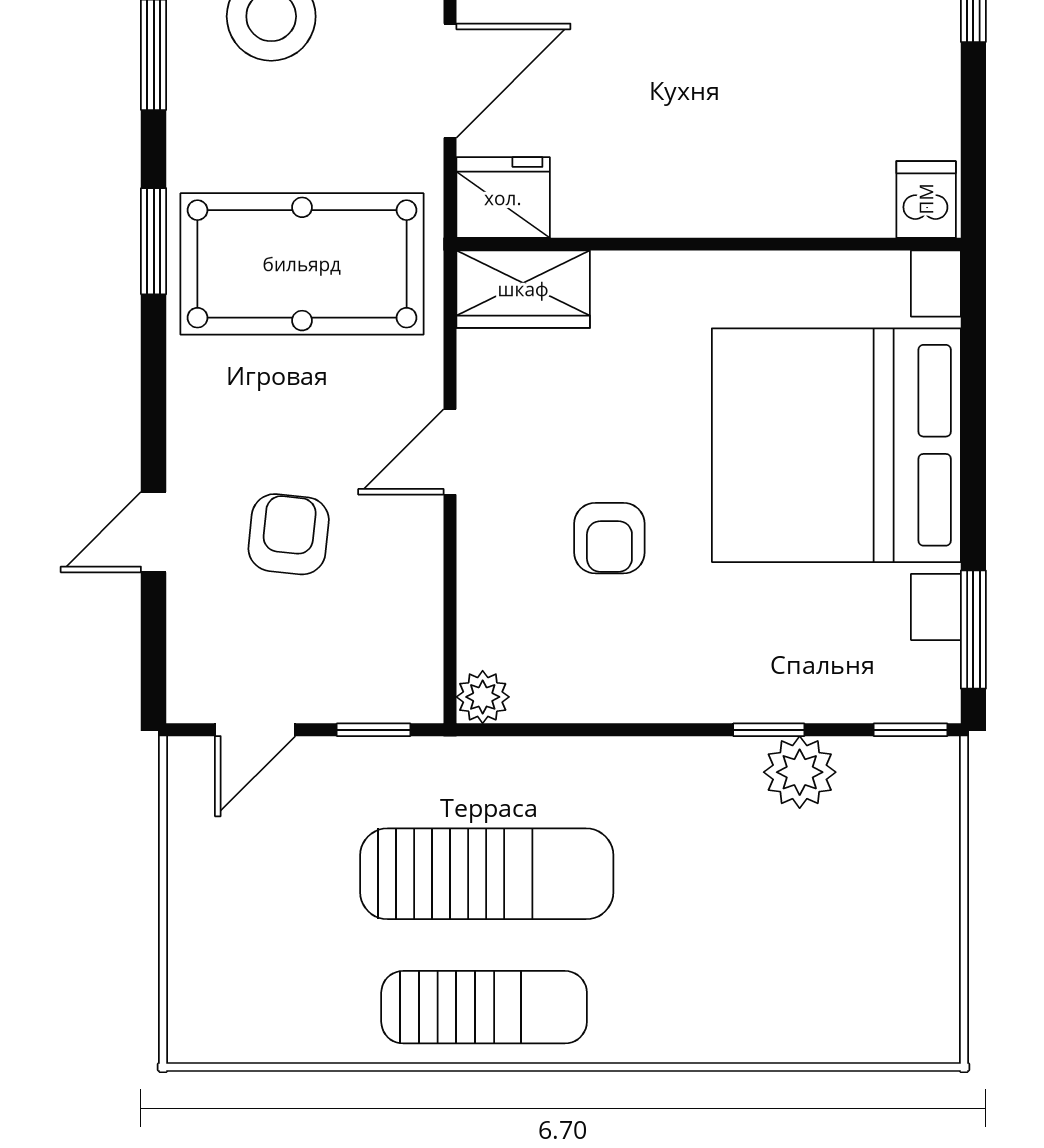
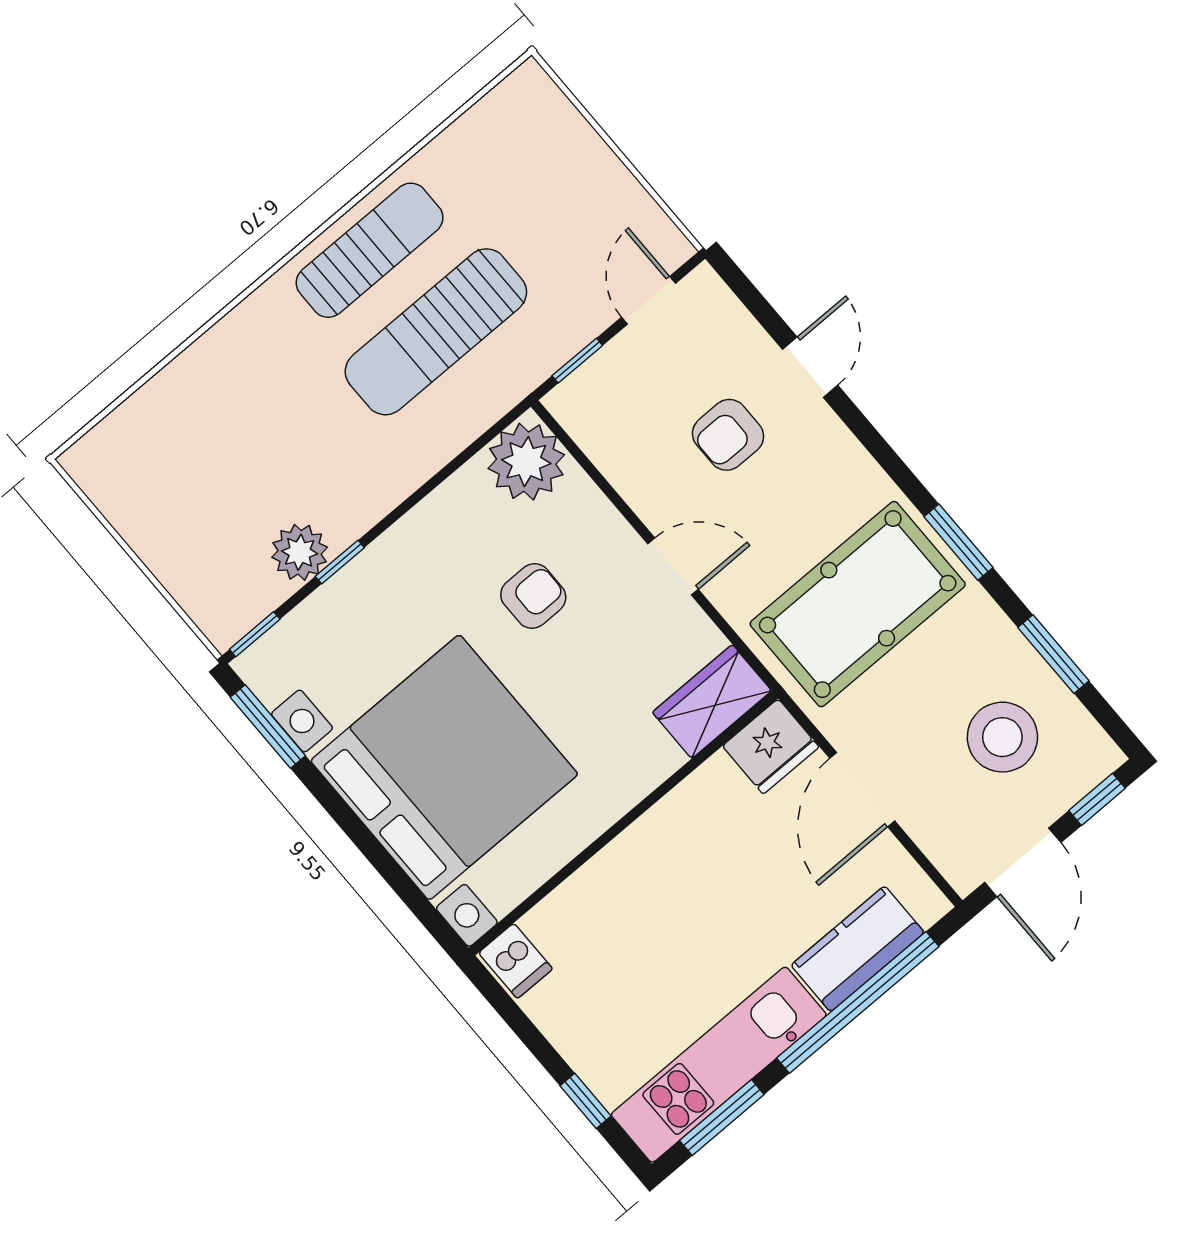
door: (450, 452) -> (673, 567), hinge flipped
armchair: (289, 534) -> (728, 435), turned 84
armchair: (609, 538) -> (533, 596), turned 90
plant: (483, 697) -> (526, 462), width x1.88, depth x1.88
sun lounger: (484, 1007) -> (370, 250), turned 180

